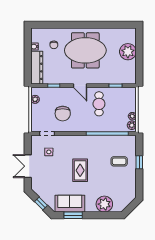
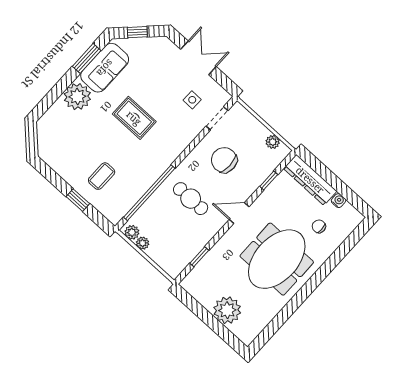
cafe table: (99, 104) -> (191, 199), moved
plant: (104, 204) -> (77, 97), moved

